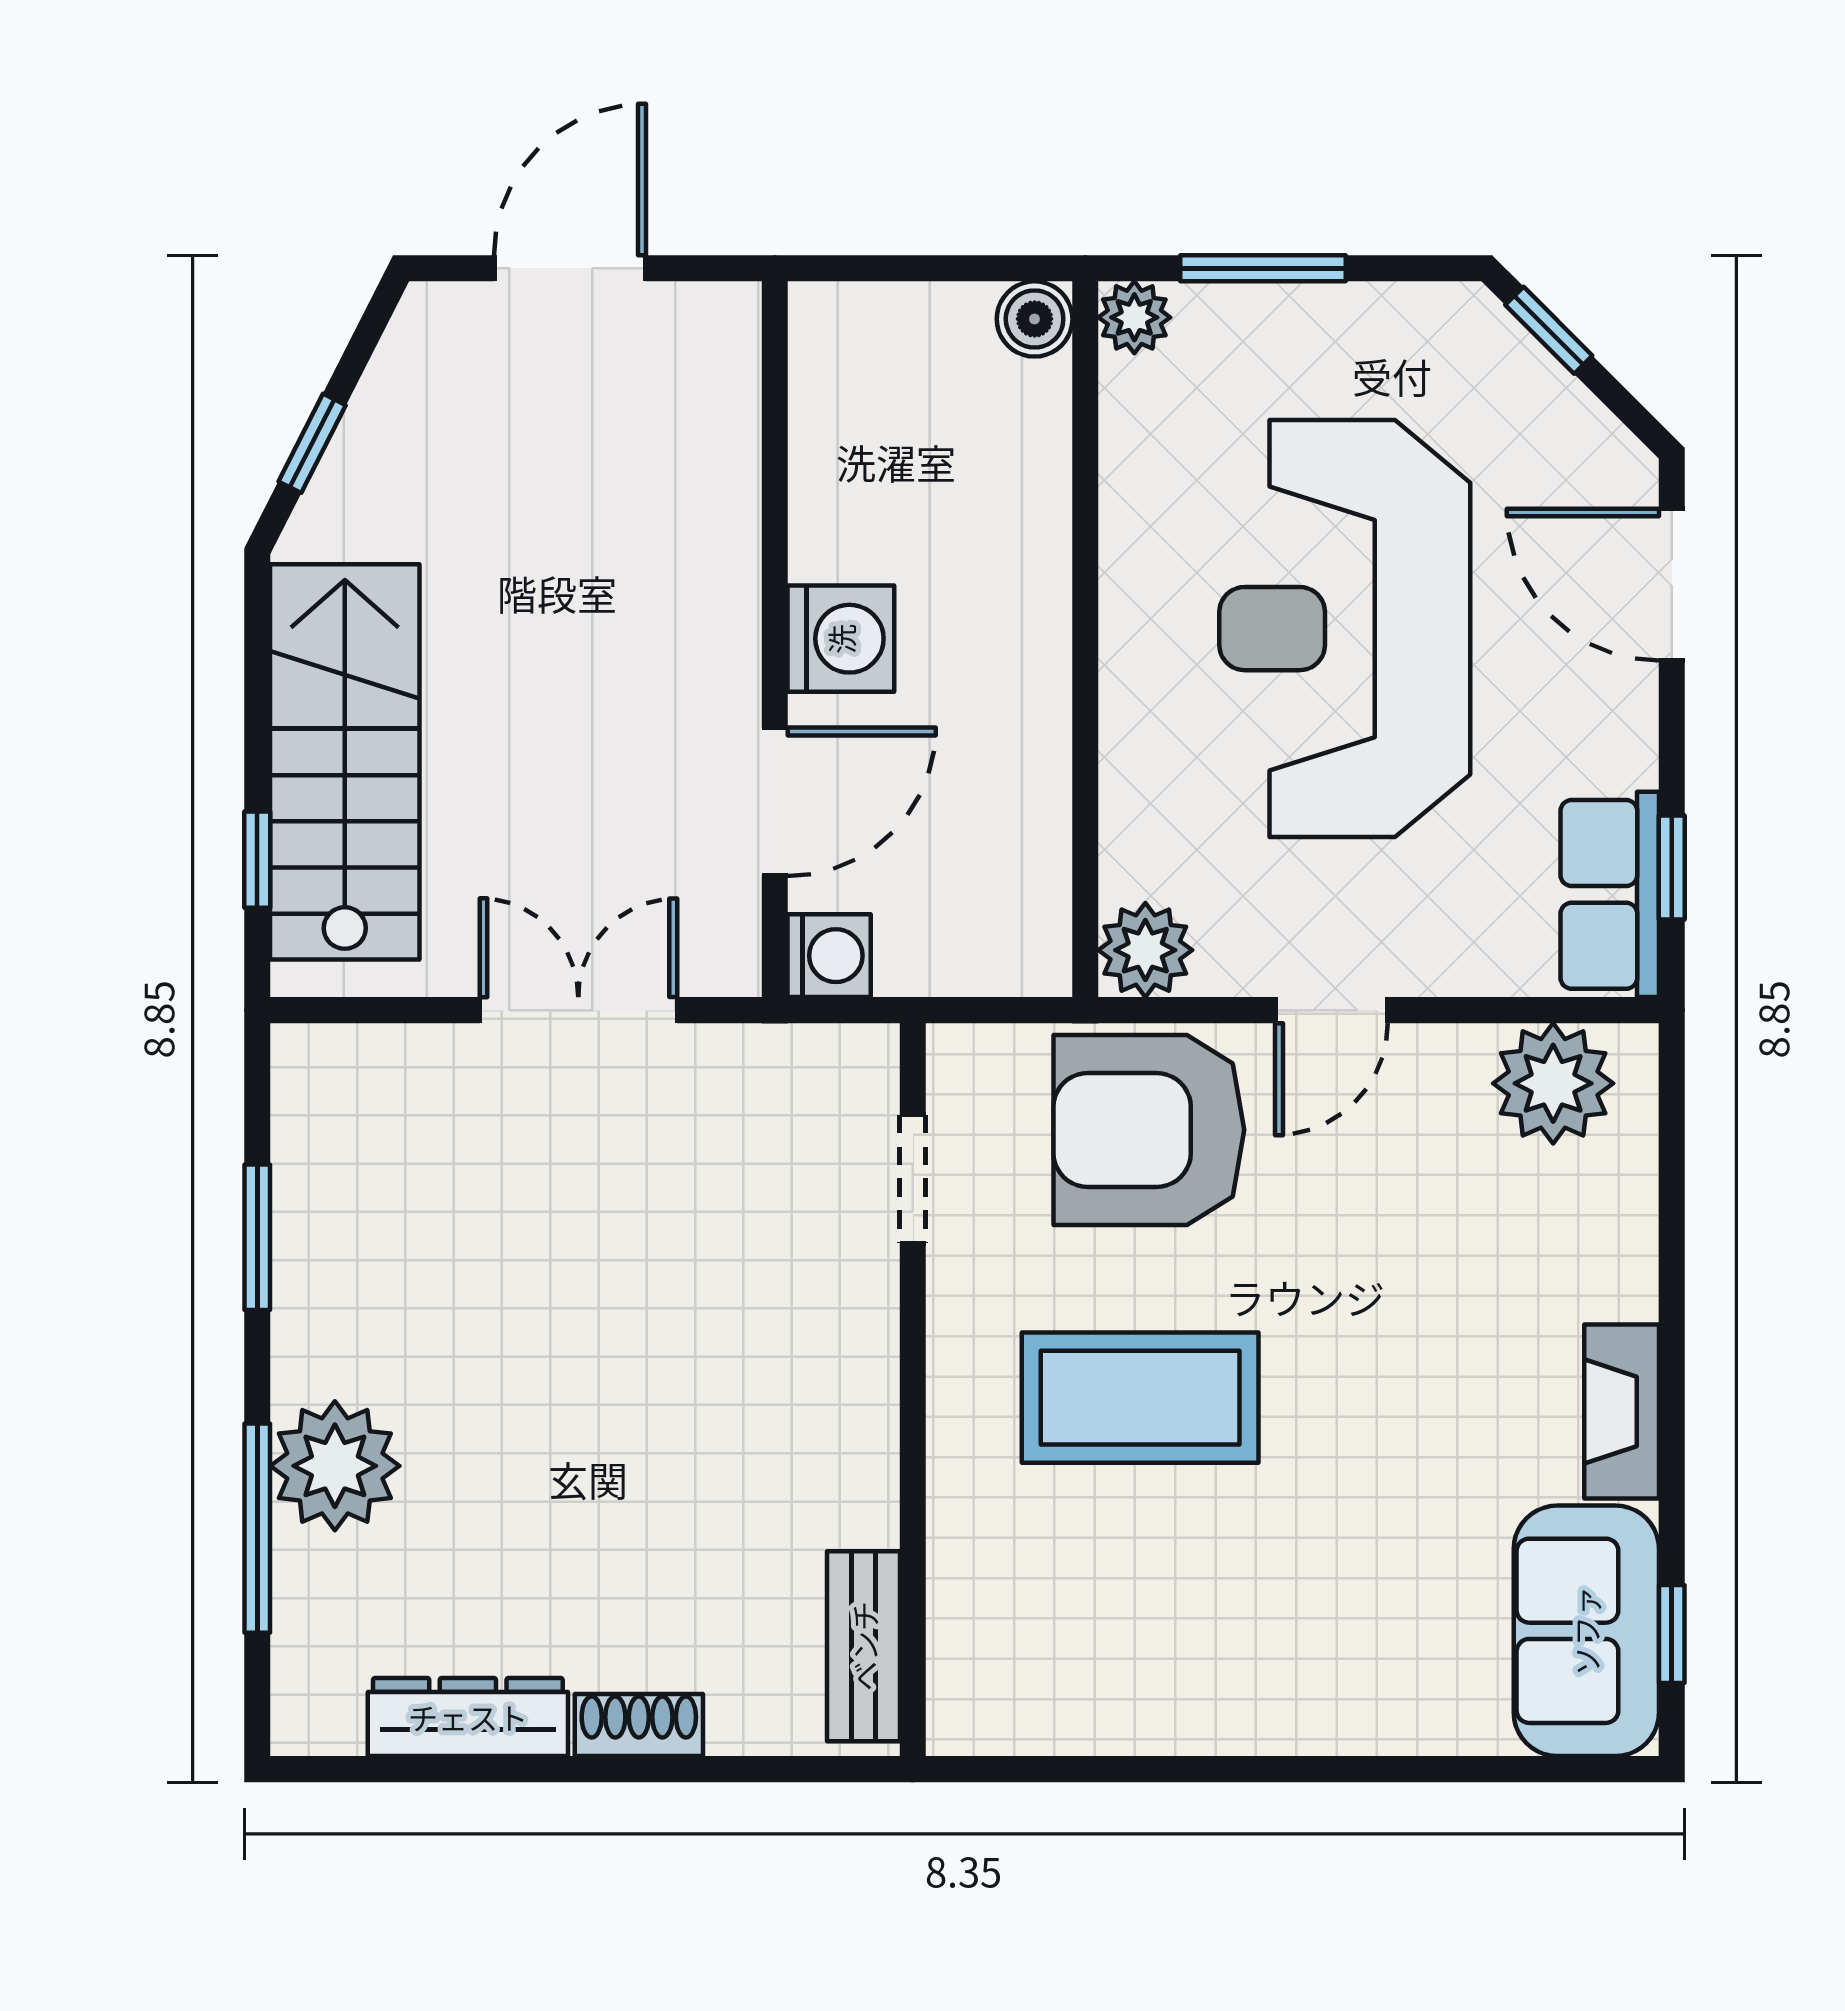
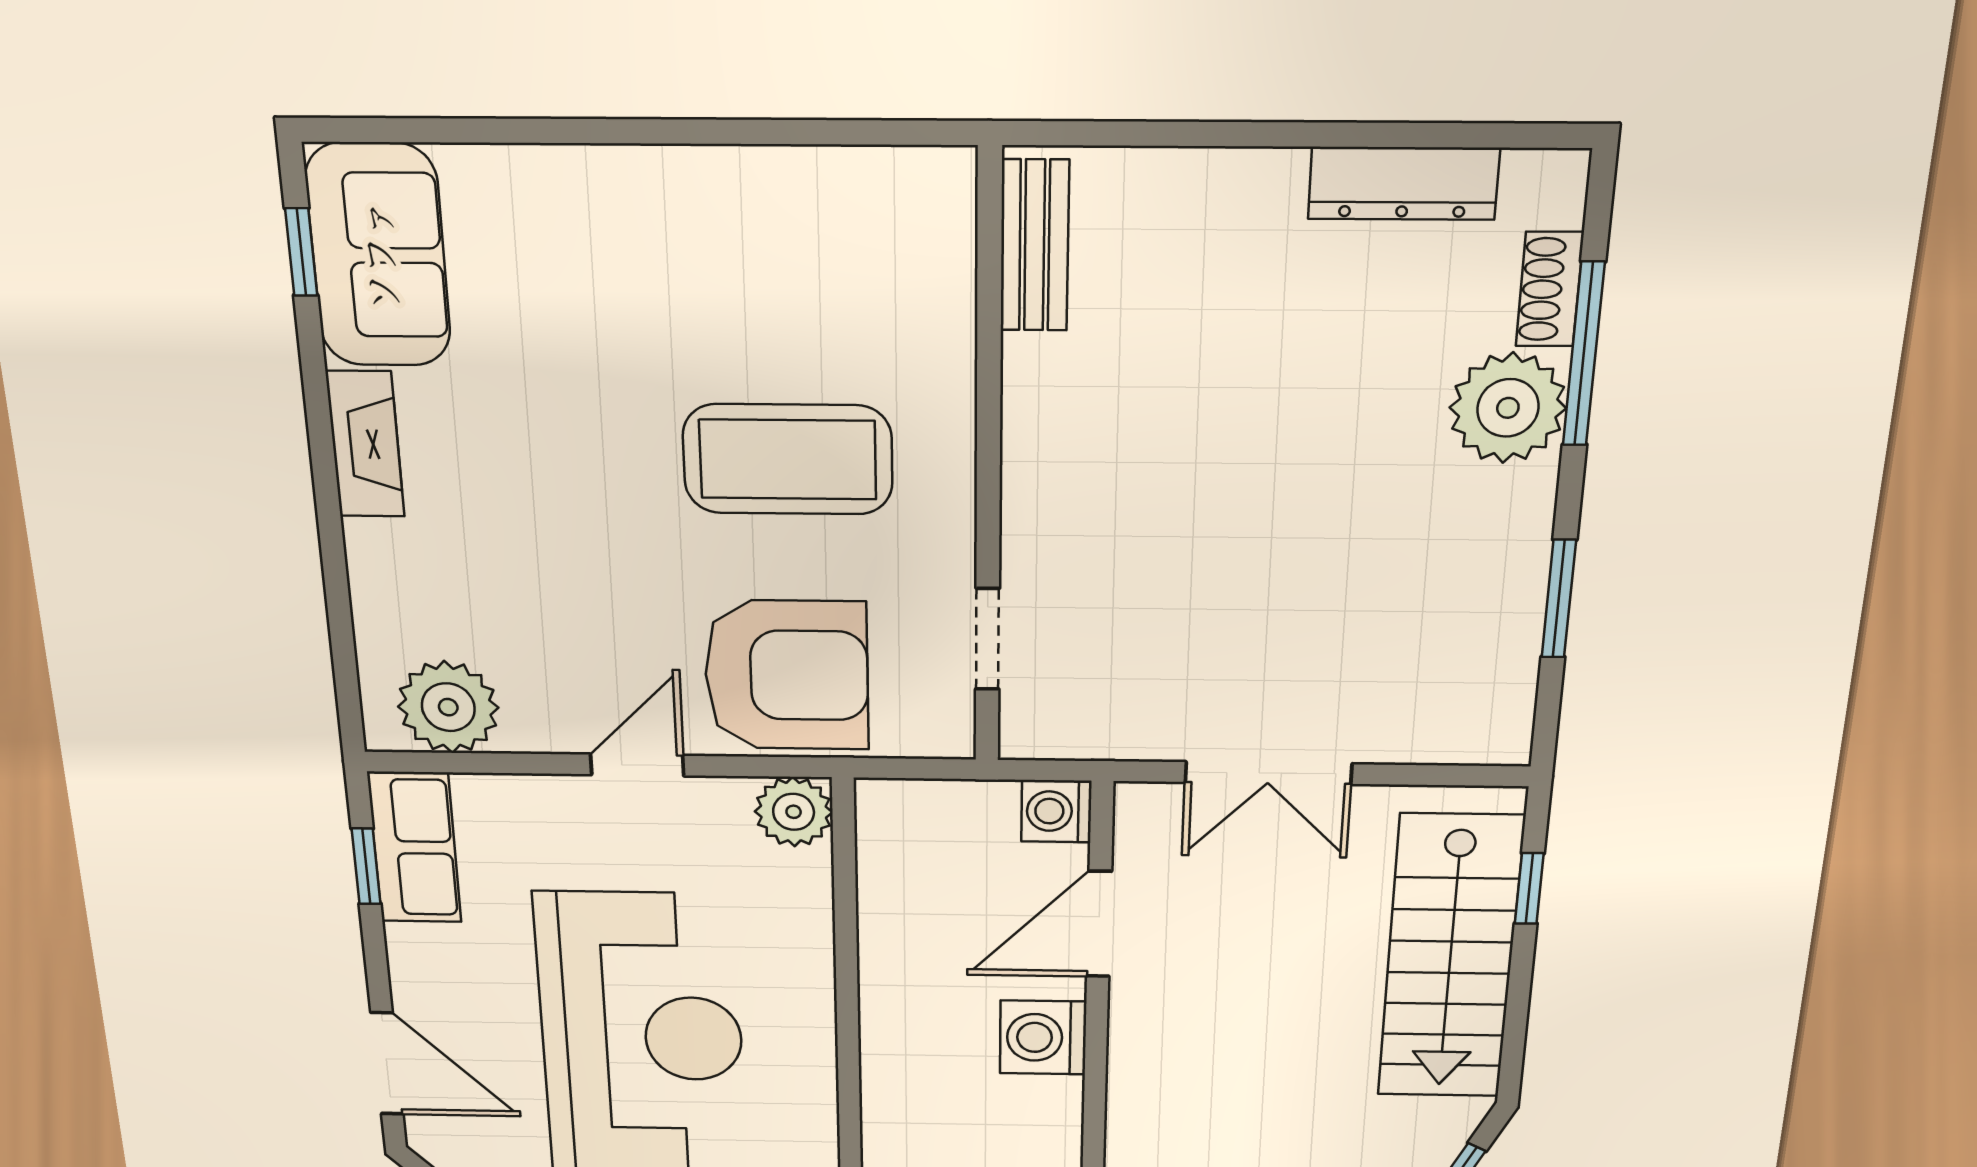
shoe rack: (639, 1725) -> (1550, 289), moved, turned 90

